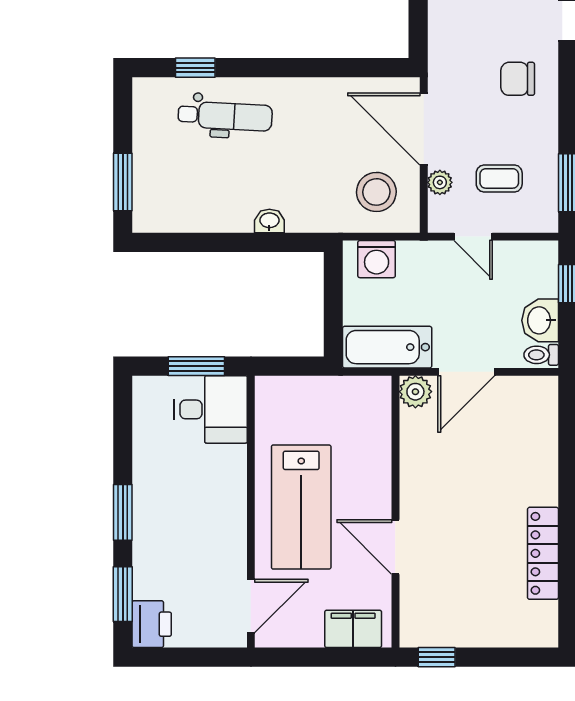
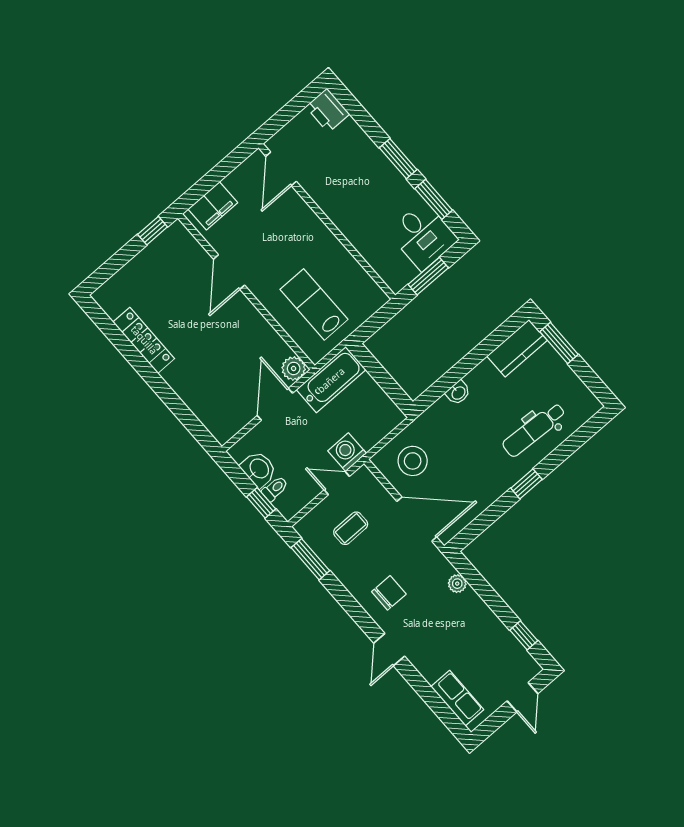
window: (195, 68) -> (526, 484), moved
plant: (440, 182) -> (457, 584), moved
kitchen counter: (170, 214) -> (517, 348), added
washing machine: (377, 259) -> (347, 452), moved
toilet: (541, 355) -> (275, 489), moved
desk: (211, 409) -> (423, 236), moved, turned -90
lab bench: (301, 507) -> (314, 304), moved, width x0.73, depth x0.72
door: (395, 547) -> (229, 272), swing flipped
window: (123, 594) -> (434, 199), moved

